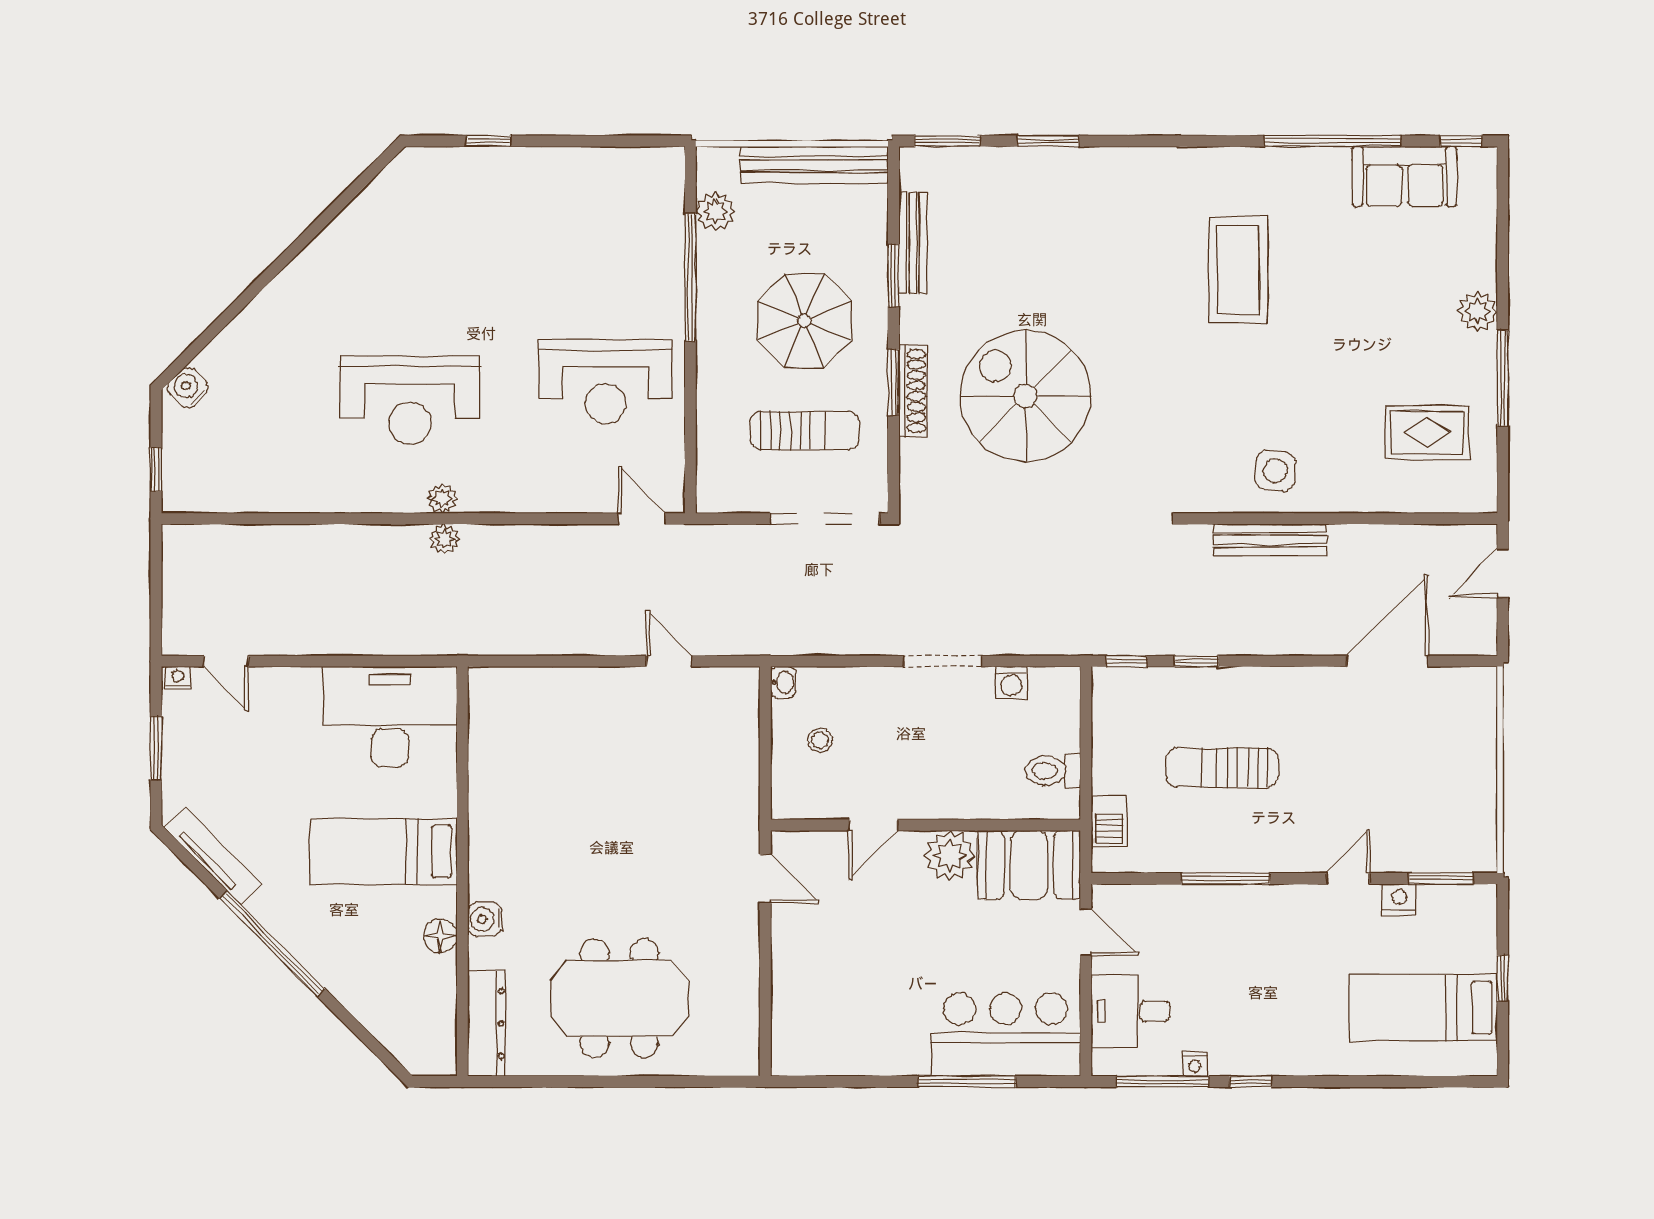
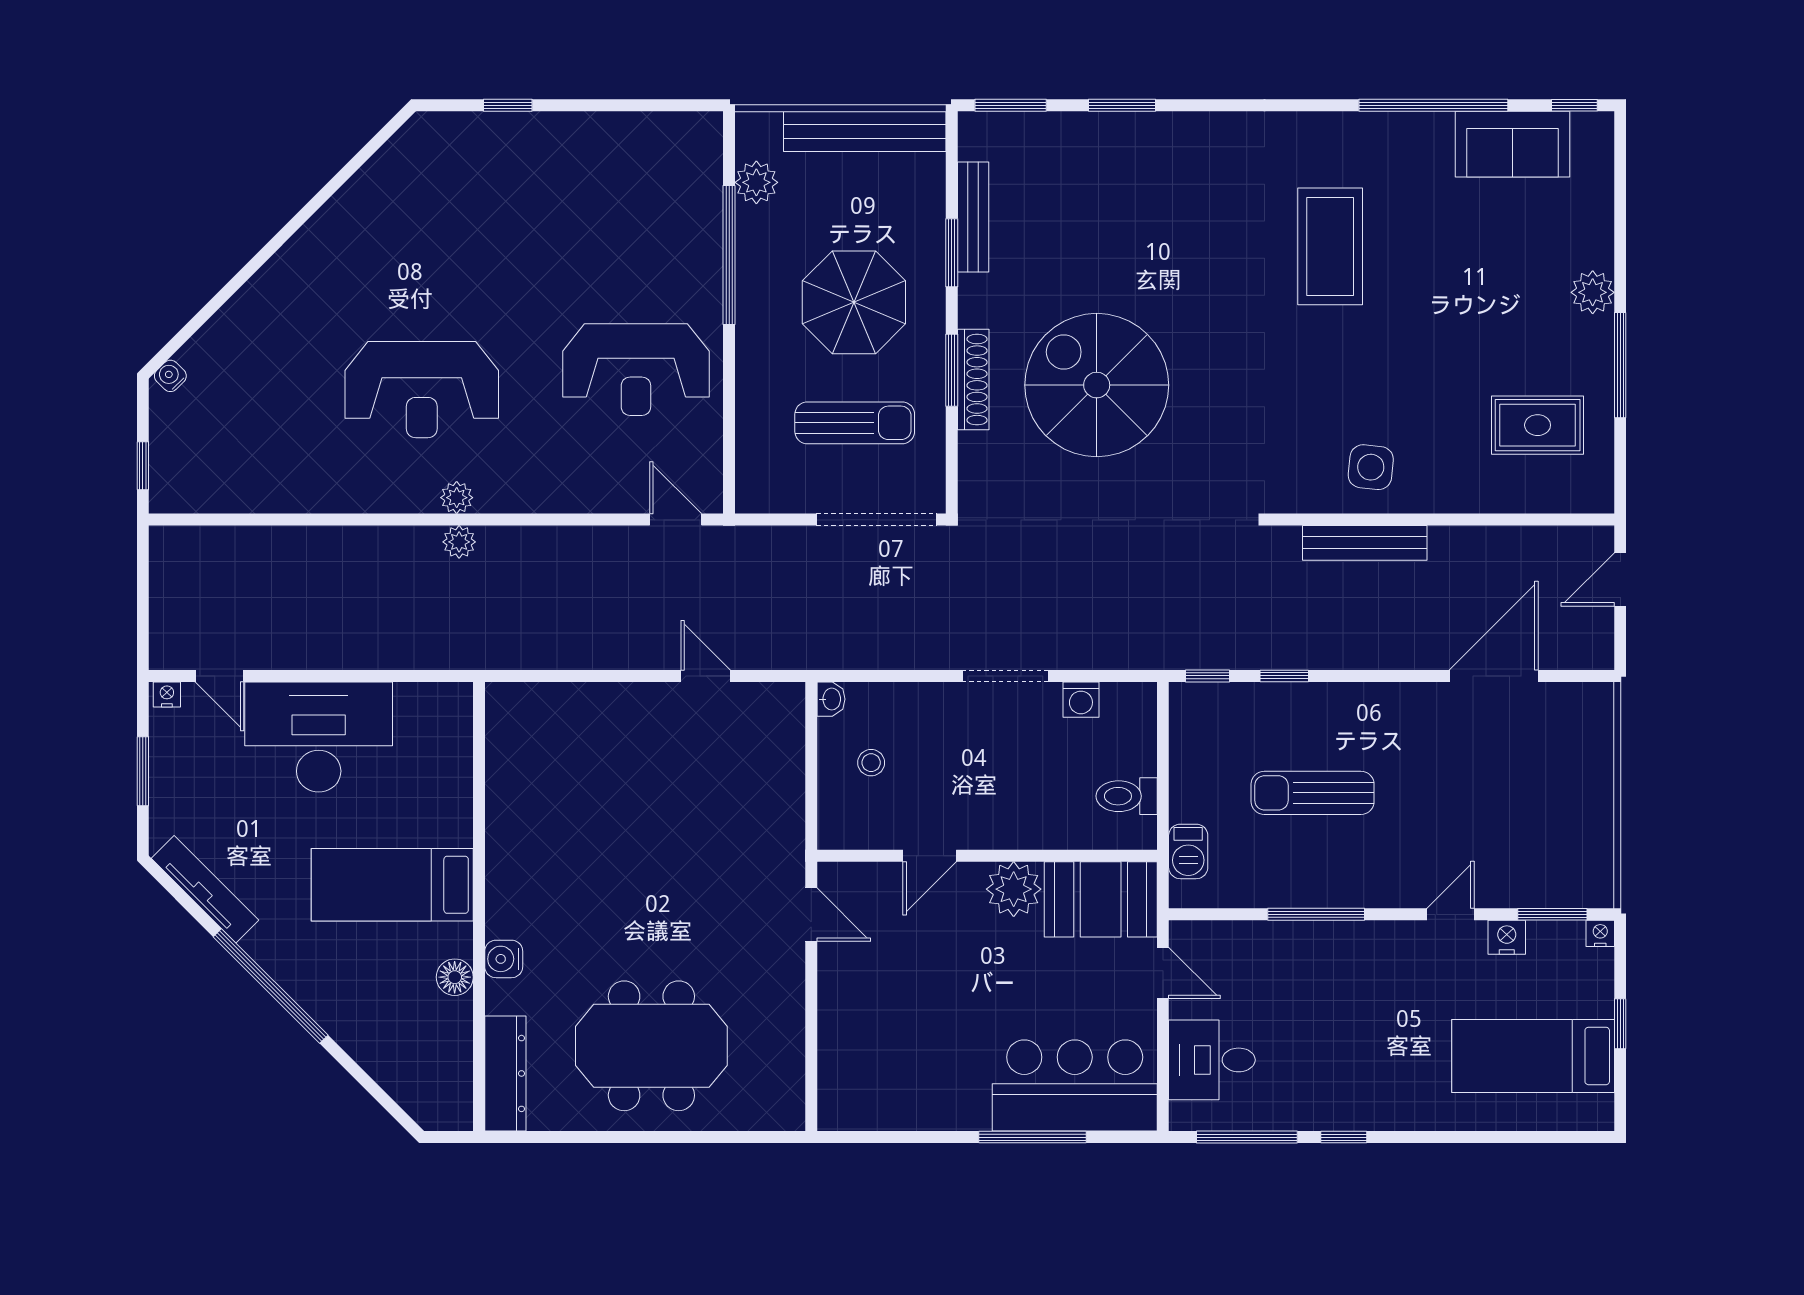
water cooler: (188, 388) -> (170, 376), width x0.72, depth x0.72
desk: (390, 717) -> (319, 737), moved
nightstand: (1195, 1064) -> (1600, 933), moved, turned 180

